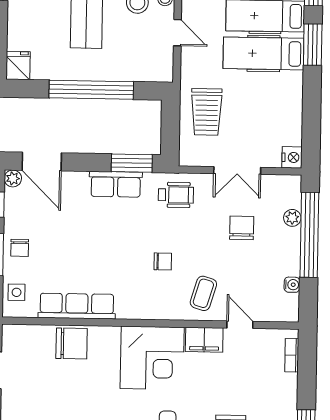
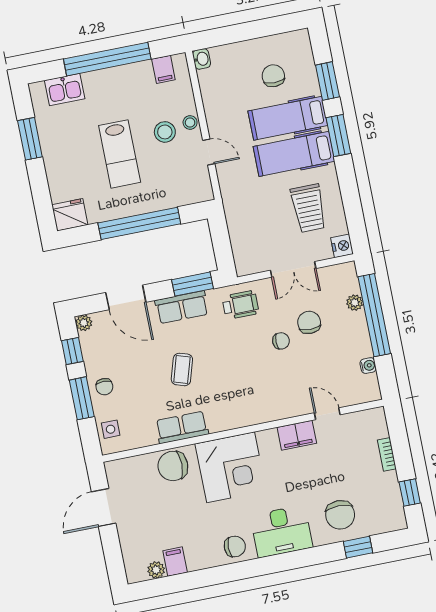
fridge: (18, 66) -> (70, 215), width x1.38
trolley: (207, 112) -> (309, 208), moved
door: (42, 162) -> (126, 297), moved
chair: (163, 261) -> (281, 341), moved
coffee table: (203, 293) -> (182, 369), moved
row of seats: (77, 306) -> (182, 427), width x0.68
chair: (72, 343) -> (173, 466), turned 180
bookcase: (292, 355) -> (387, 454), moved
corner desk: (152, 358) -> (231, 467), moved

